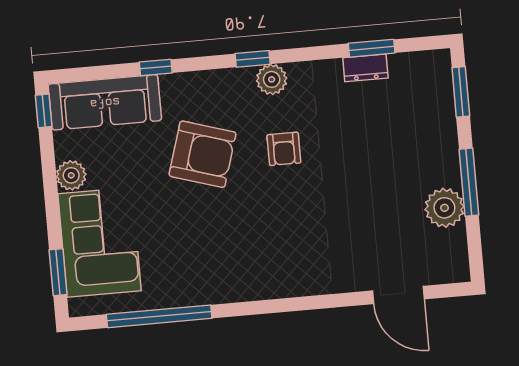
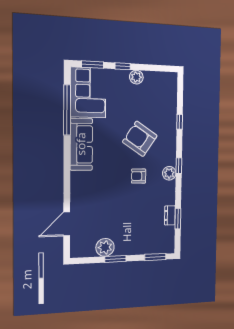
sofa: (105, 102) -> (81, 144), moved, turned 180
window: (44, 111) -> (123, 66), moved
armchair: (202, 154) -> (140, 139), turned 107
window: (469, 182) -> (116, 259), width x0.69
corner sofa: (100, 242) -> (88, 93), moved, turned -90

